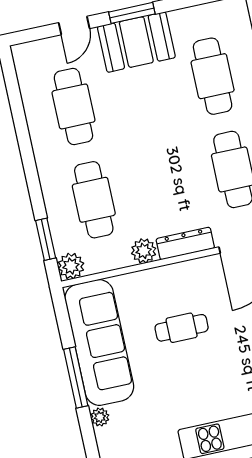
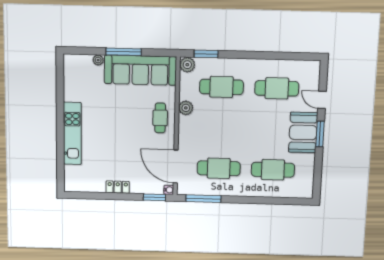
dresser: (185, 243) -> (184, 132), removed
cafe table: (182, 328) -> (160, 118), moved

